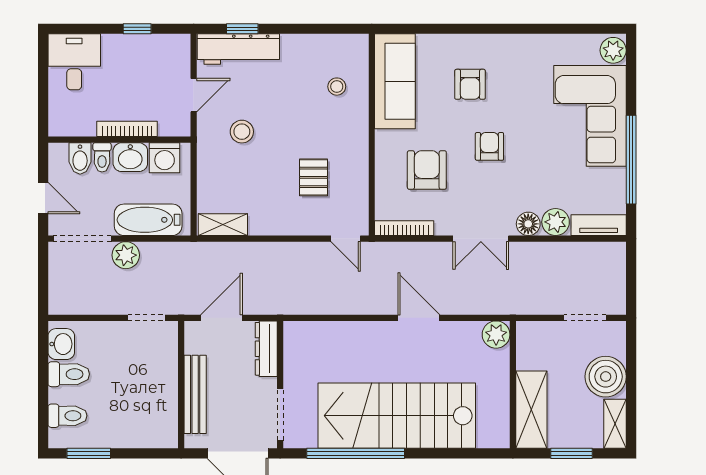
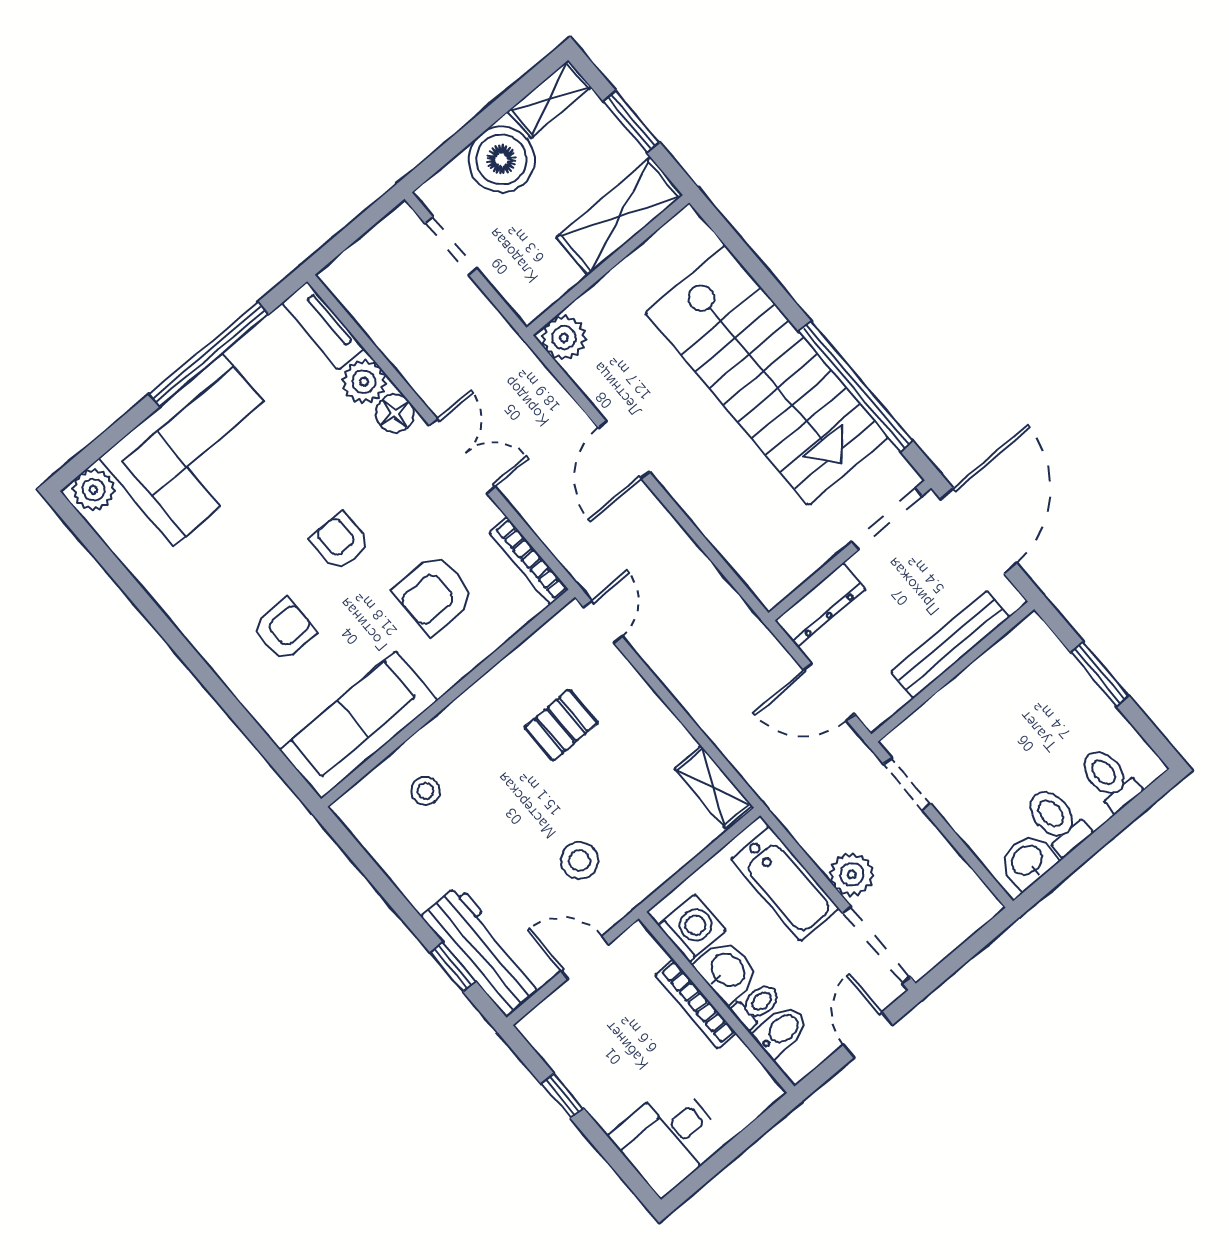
armchair: (489, 146) -> (340, 541), turned 90
window: (89, 453) -> (1100, 674), moved

